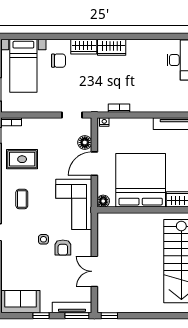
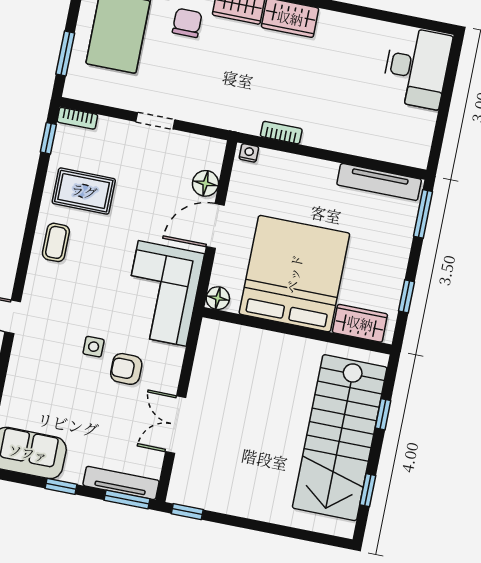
chair: (59, 61) -> (187, 23), turned -90
doorway: (72, 115) -> (155, 121), moved
coffee table: (22, 199) -> (56, 242), moved
armchair: (63, 248) -> (126, 369), turned 90

